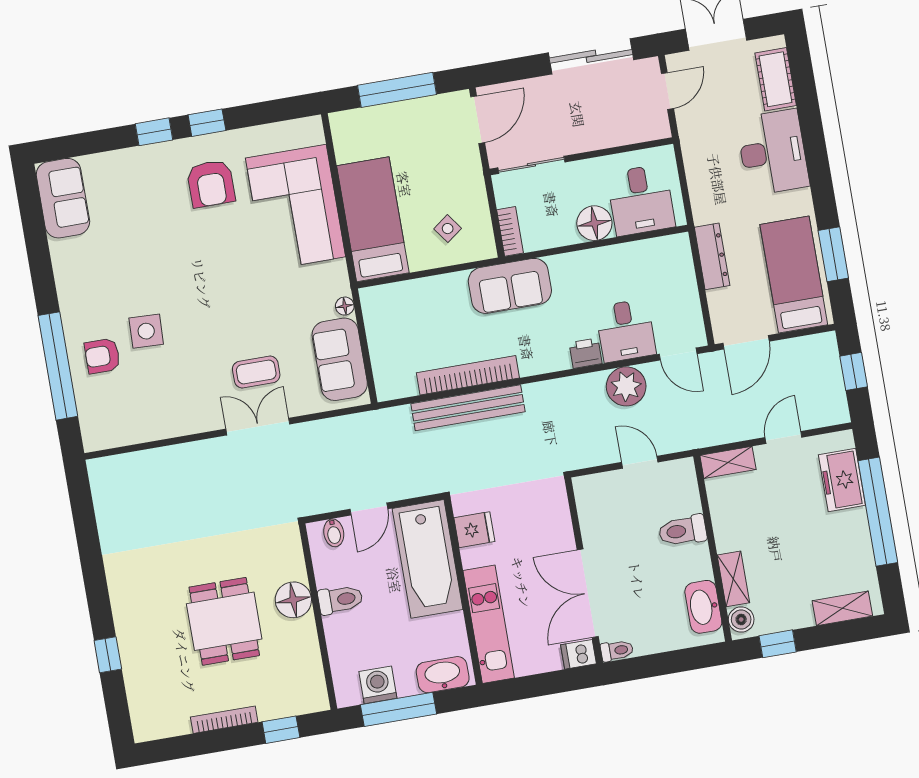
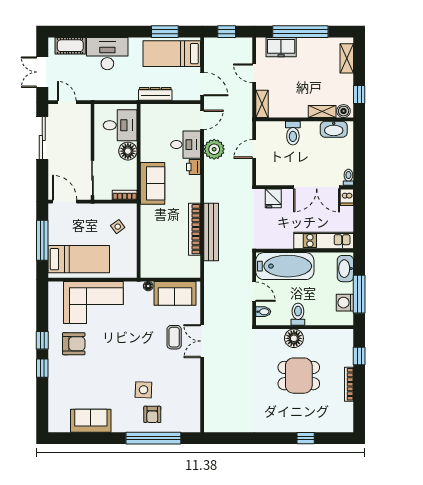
sofa: (63, 198) -> (91, 421), moved
bed: (373, 219) -> (79, 259), moved, turned 180
sofa: (510, 286) -> (152, 183), moved
fridge: (474, 530) -> (273, 198), moved, turned 180

